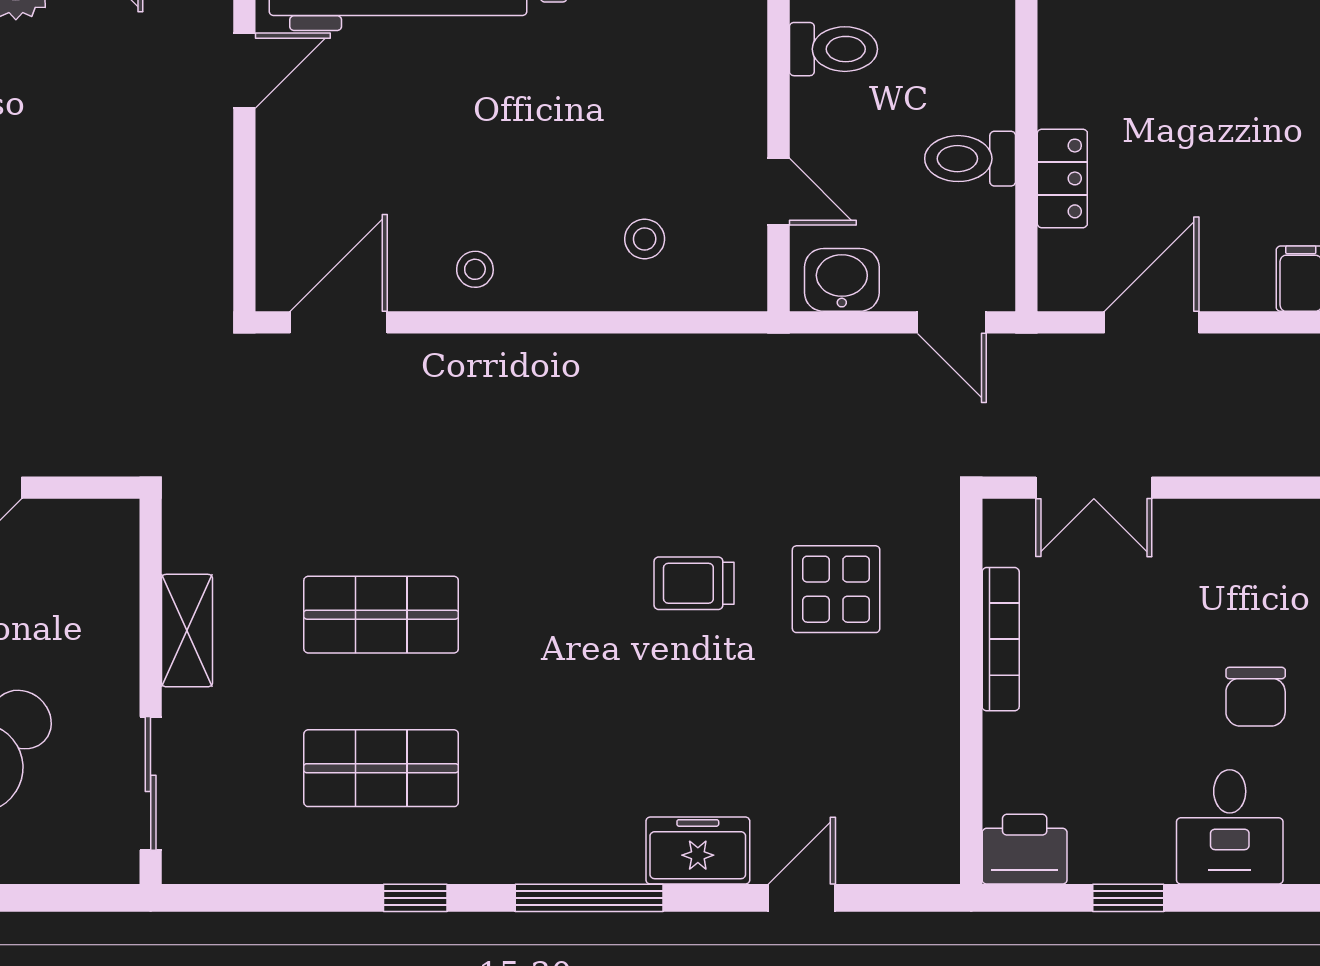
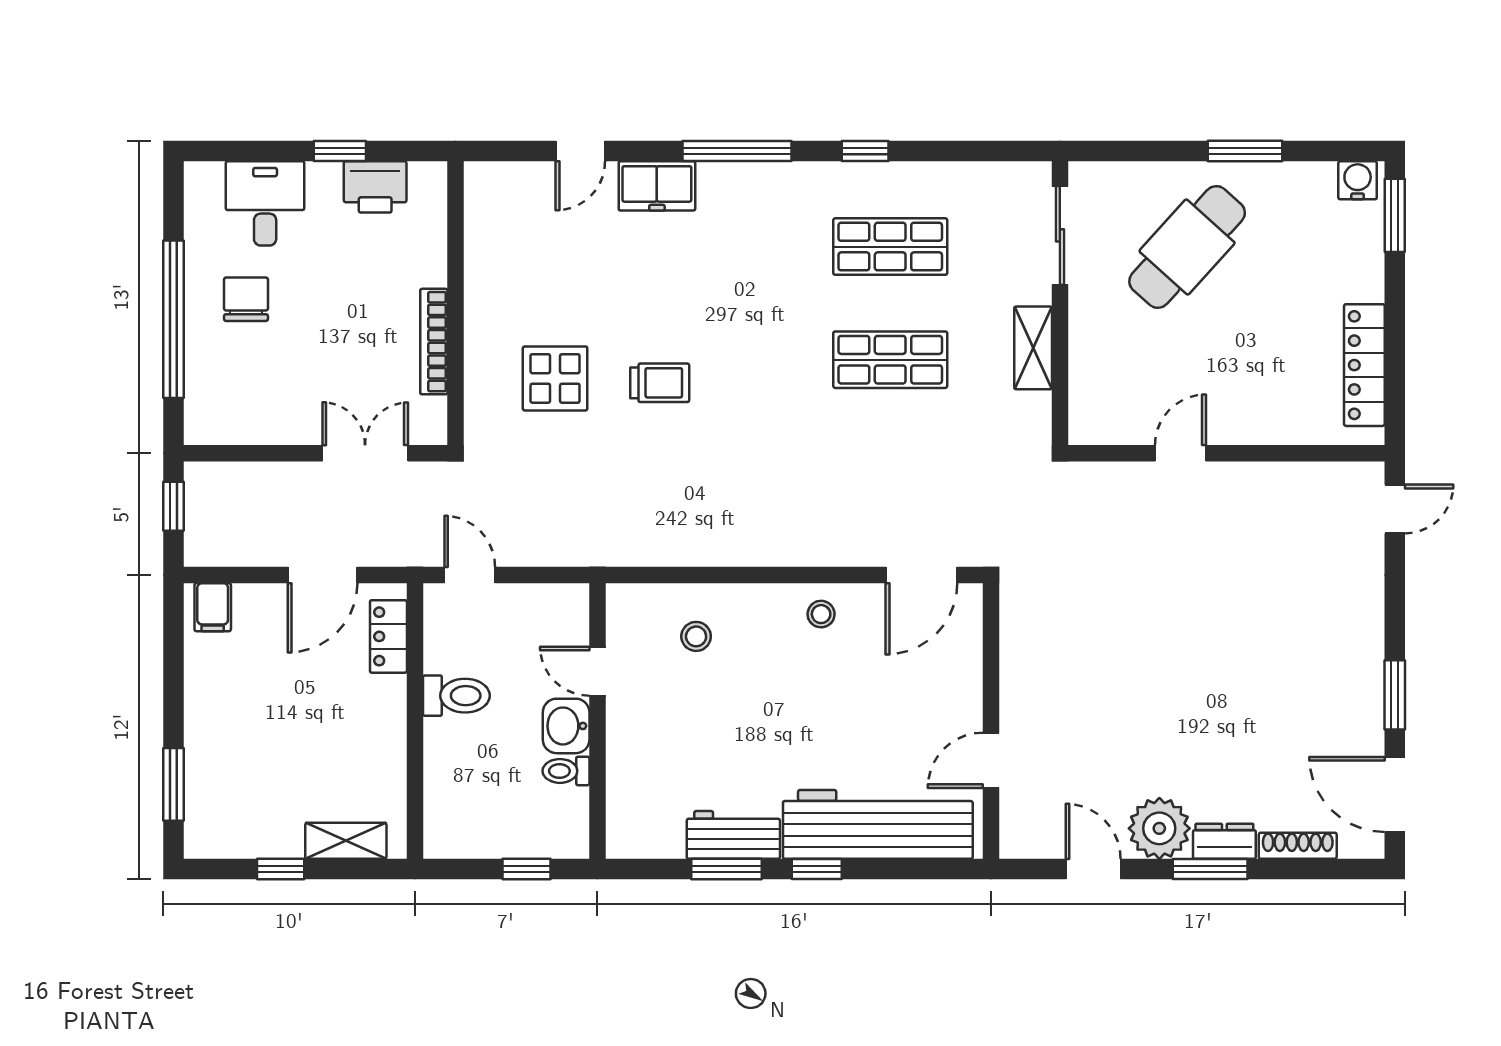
toilet: (833, 49) -> (566, 771), width x0.73, depth x0.72
locker: (1062, 178) -> (388, 636), moved
washbasin: (842, 280) -> (566, 726), moved, turned 90
printer: (1025, 849) -> (375, 187), moved

